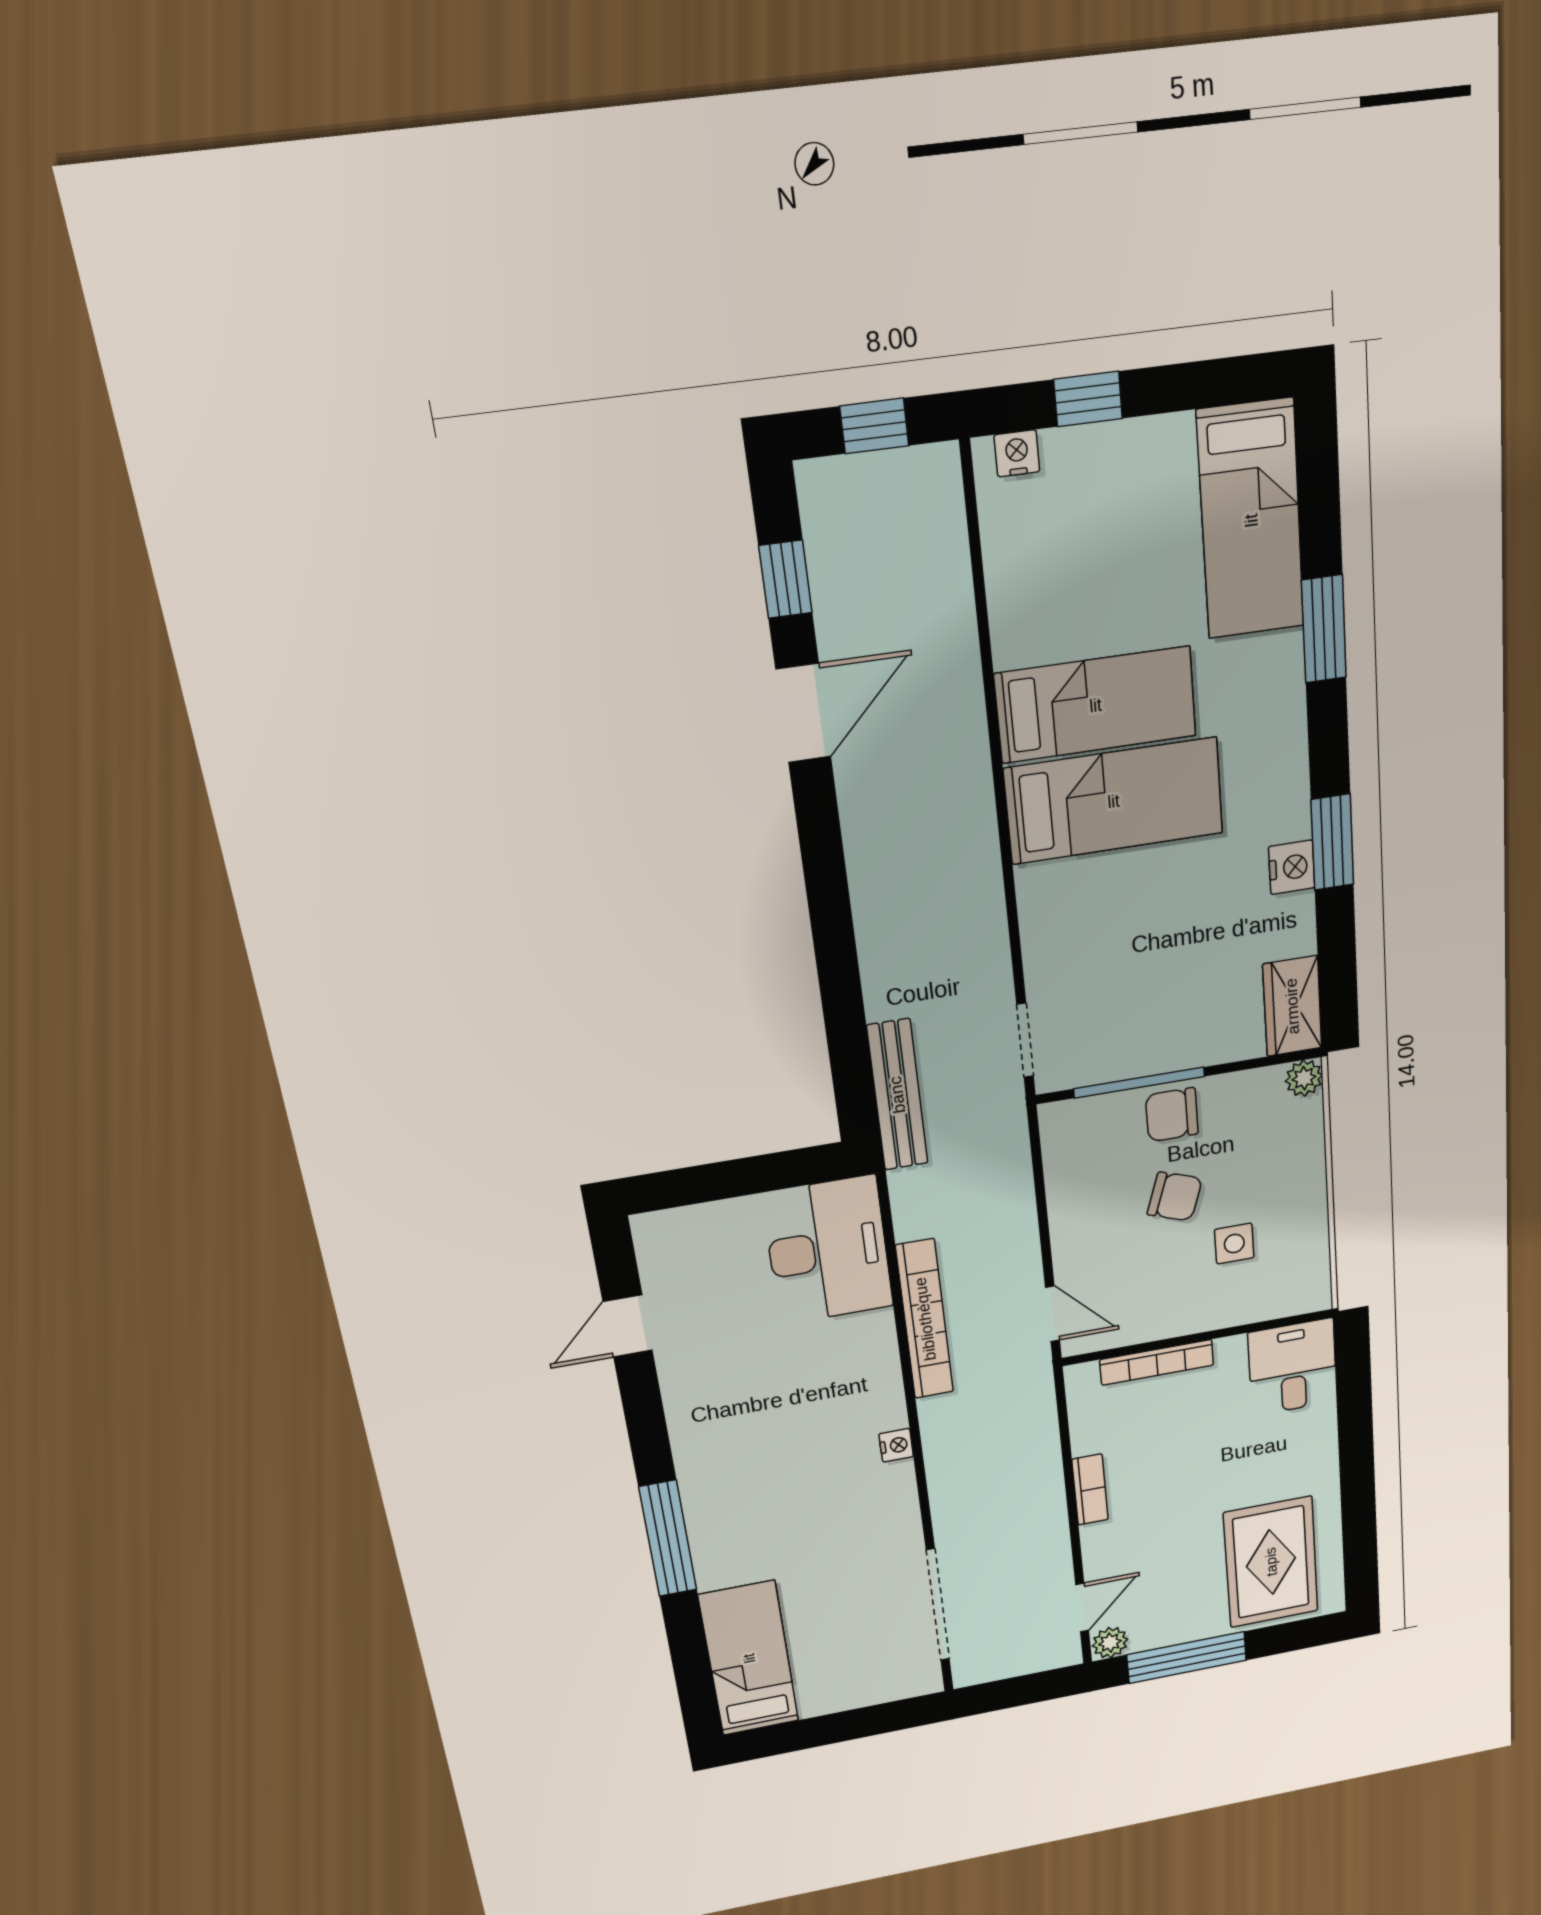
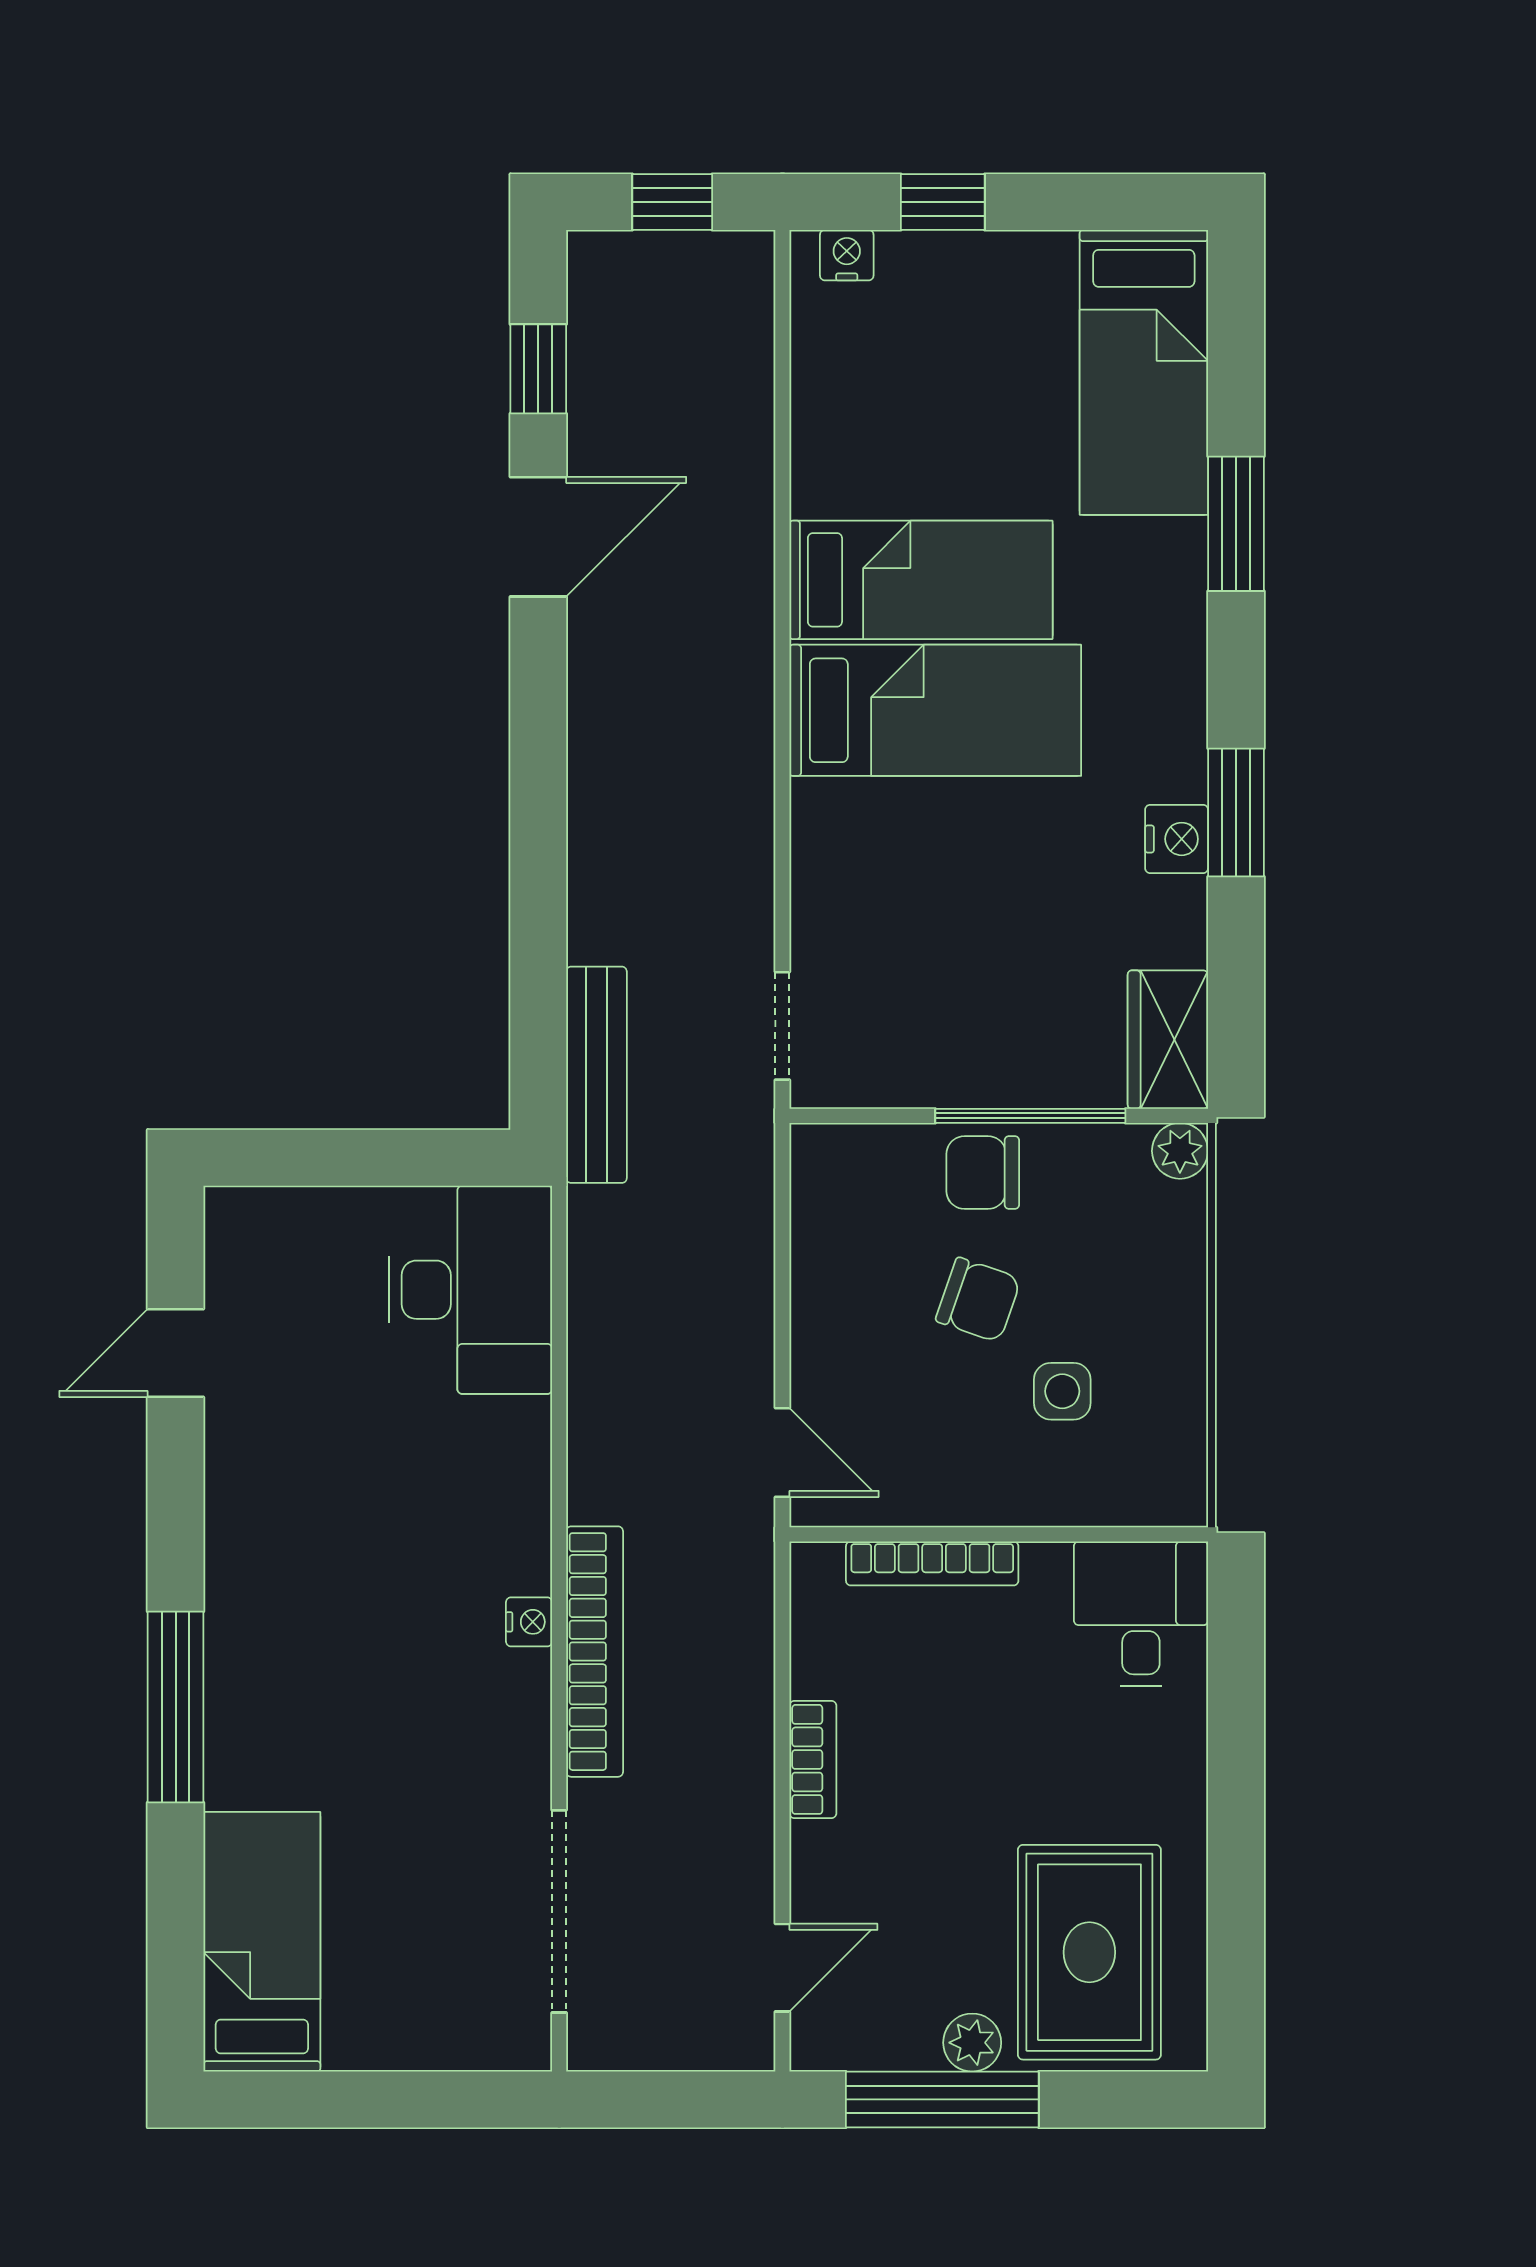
window: (1139, 1083) -> (1030, 1116), moved
bookcase: (925, 1319) -> (595, 1652), moved
plant: (1110, 1643) -> (972, 2043), moved

